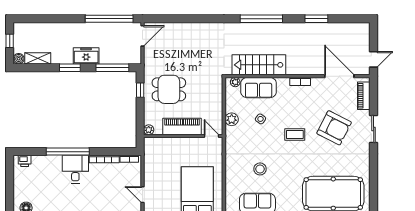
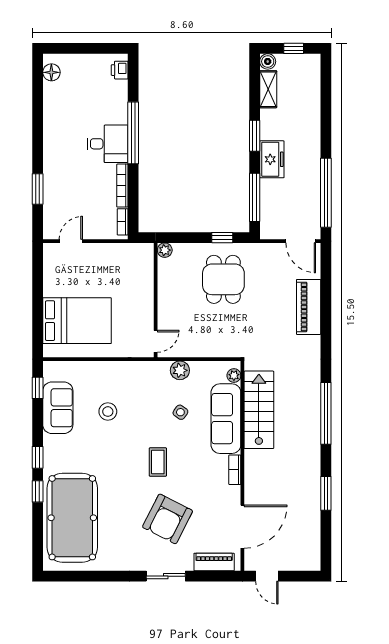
sofa: (259, 88) -> (226, 419), width x1.36
piano: (182, 127) -> (309, 307), moved, turned 180

